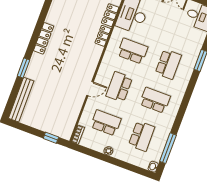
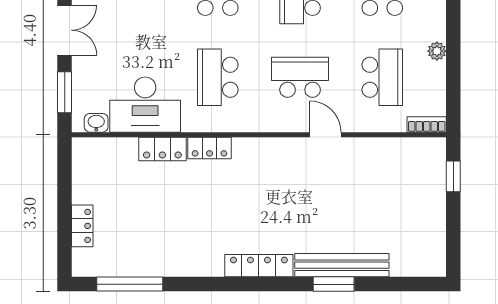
school desk: (119, 87) -> (300, 77), turned 180
bench: (21, 100) -> (342, 265), moved
school desk: (106, 123) -> (382, 77), turned 180

